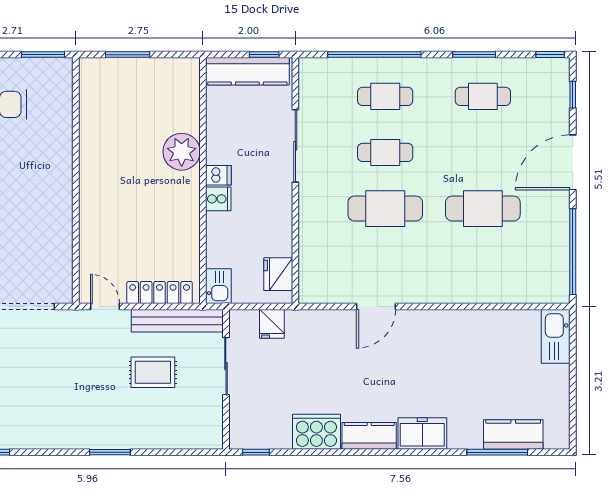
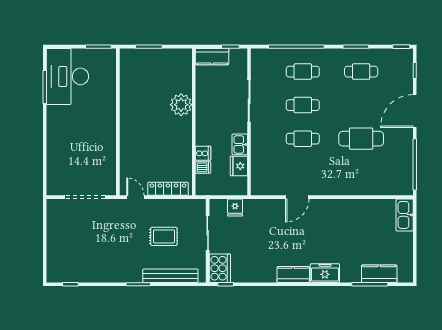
kitchen counter: (247, 71) -> (212, 57), width x0.67
dishwasher: (218, 175) -> (203, 167), moved
cooker: (218, 199) -> (203, 153), moved
cafe table: (385, 209) -> (303, 139), width x0.73, depth x0.74
fridge: (278, 274) -> (239, 166), moved
kitchen sink: (218, 286) -> (240, 144), moved, turned 180
bench: (177, 321) -> (170, 276), moved
cooker: (316, 432) -> (220, 268), moved, turned 90

